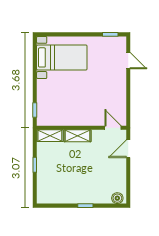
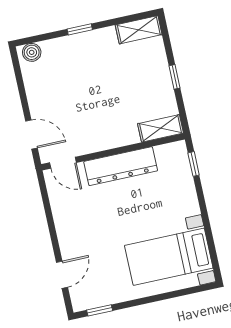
door: (128, 61) -> (62, 275), swing flipped
dresser: (79, 118) -> (121, 166), added
shelving: (77, 136) -> (139, 30), moved
door: (128, 149) -> (31, 135), hinge flipped

